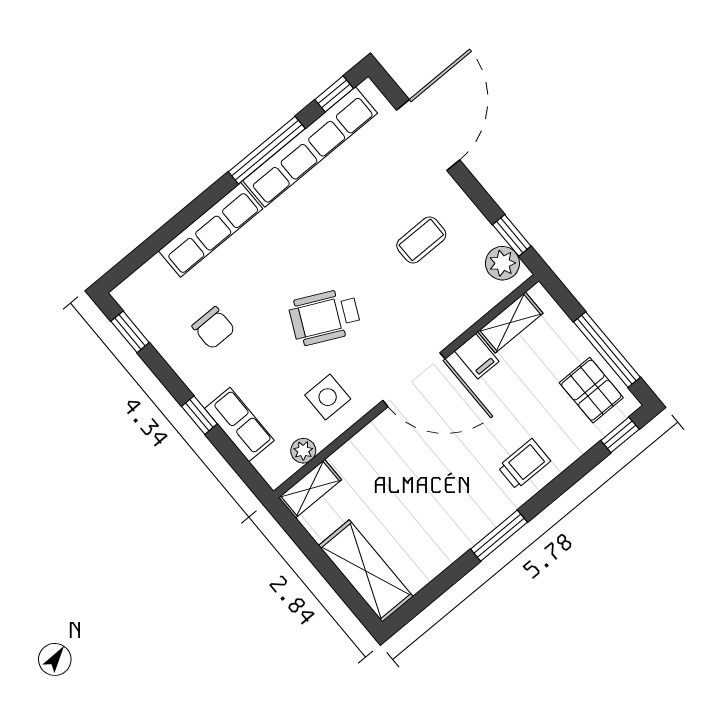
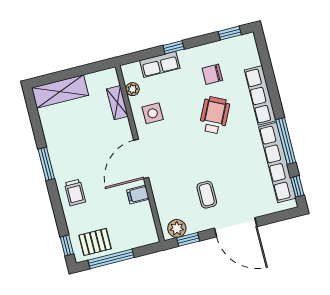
door: (428, 135) -> (236, 227), moved
wheelchair: (325, 317) -> (215, 115), moved
shelving: (510, 323) -> (146, 219), removed
shelving: (310, 489) -> (117, 103), moved

